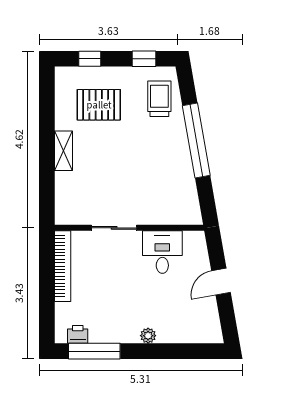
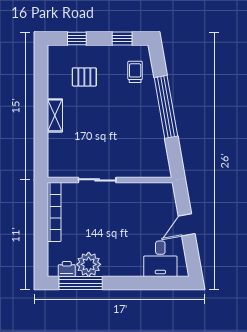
trolley: (159, 99) -> (135, 72), width x0.73, depth x0.72
pallet: (99, 105) -> (84, 77), width x0.67, depth x0.71
desk: (162, 252) -> (160, 259), moved, turned 180
plant: (148, 336) -> (89, 264), moved, width x1.87, depth x1.87

